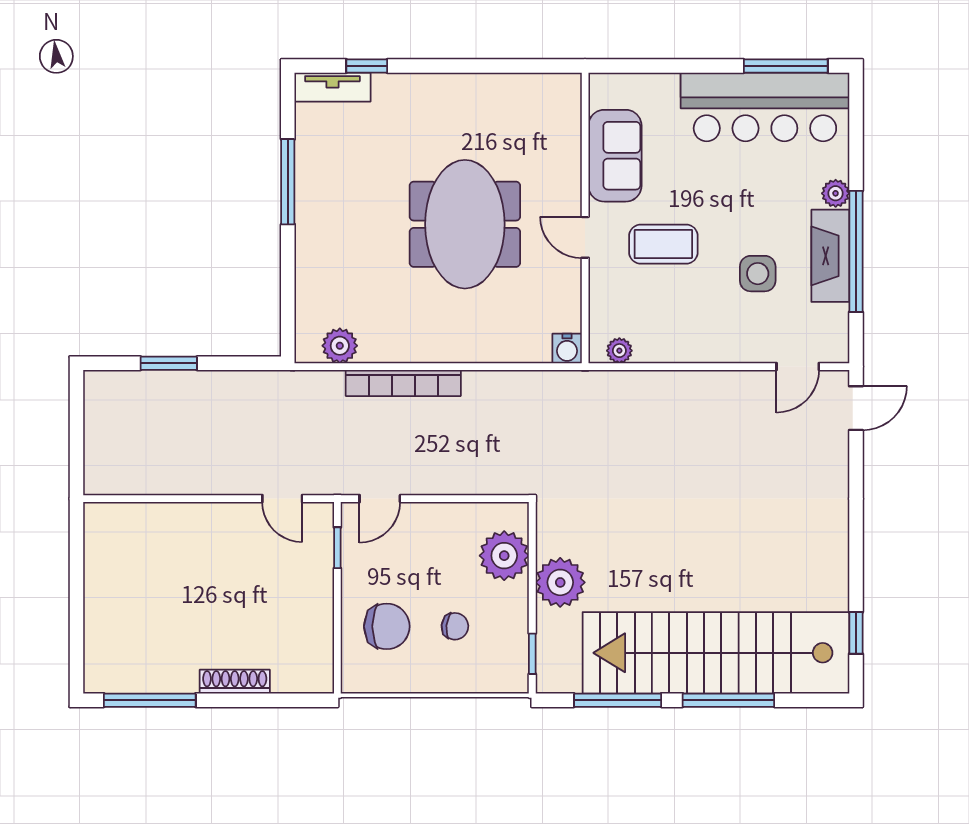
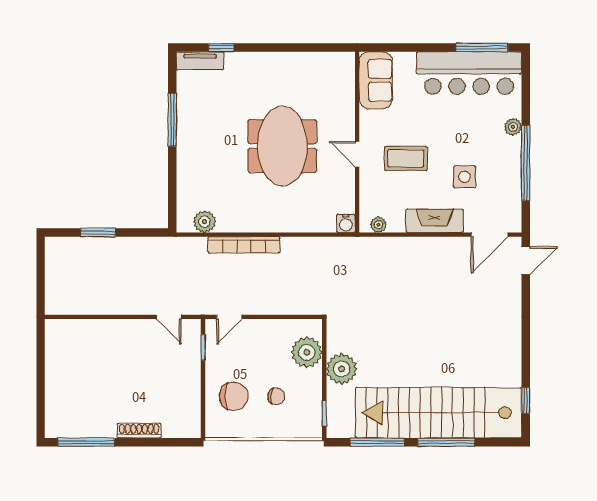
sofa: (615, 156) -> (376, 80), moved
fireplace: (830, 256) -> (435, 221), moved, turned 90
door: (798, 367) -> (489, 235), width x1.38

